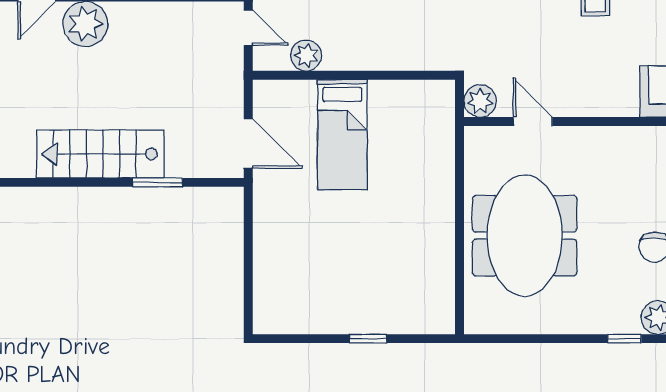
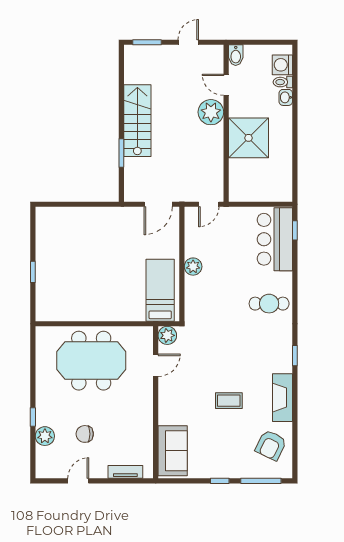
plant: (306, 56) -> (193, 267), moved
bed: (342, 135) -> (160, 290), moved, turned 90
door: (248, 144) -> (158, 204), moved

